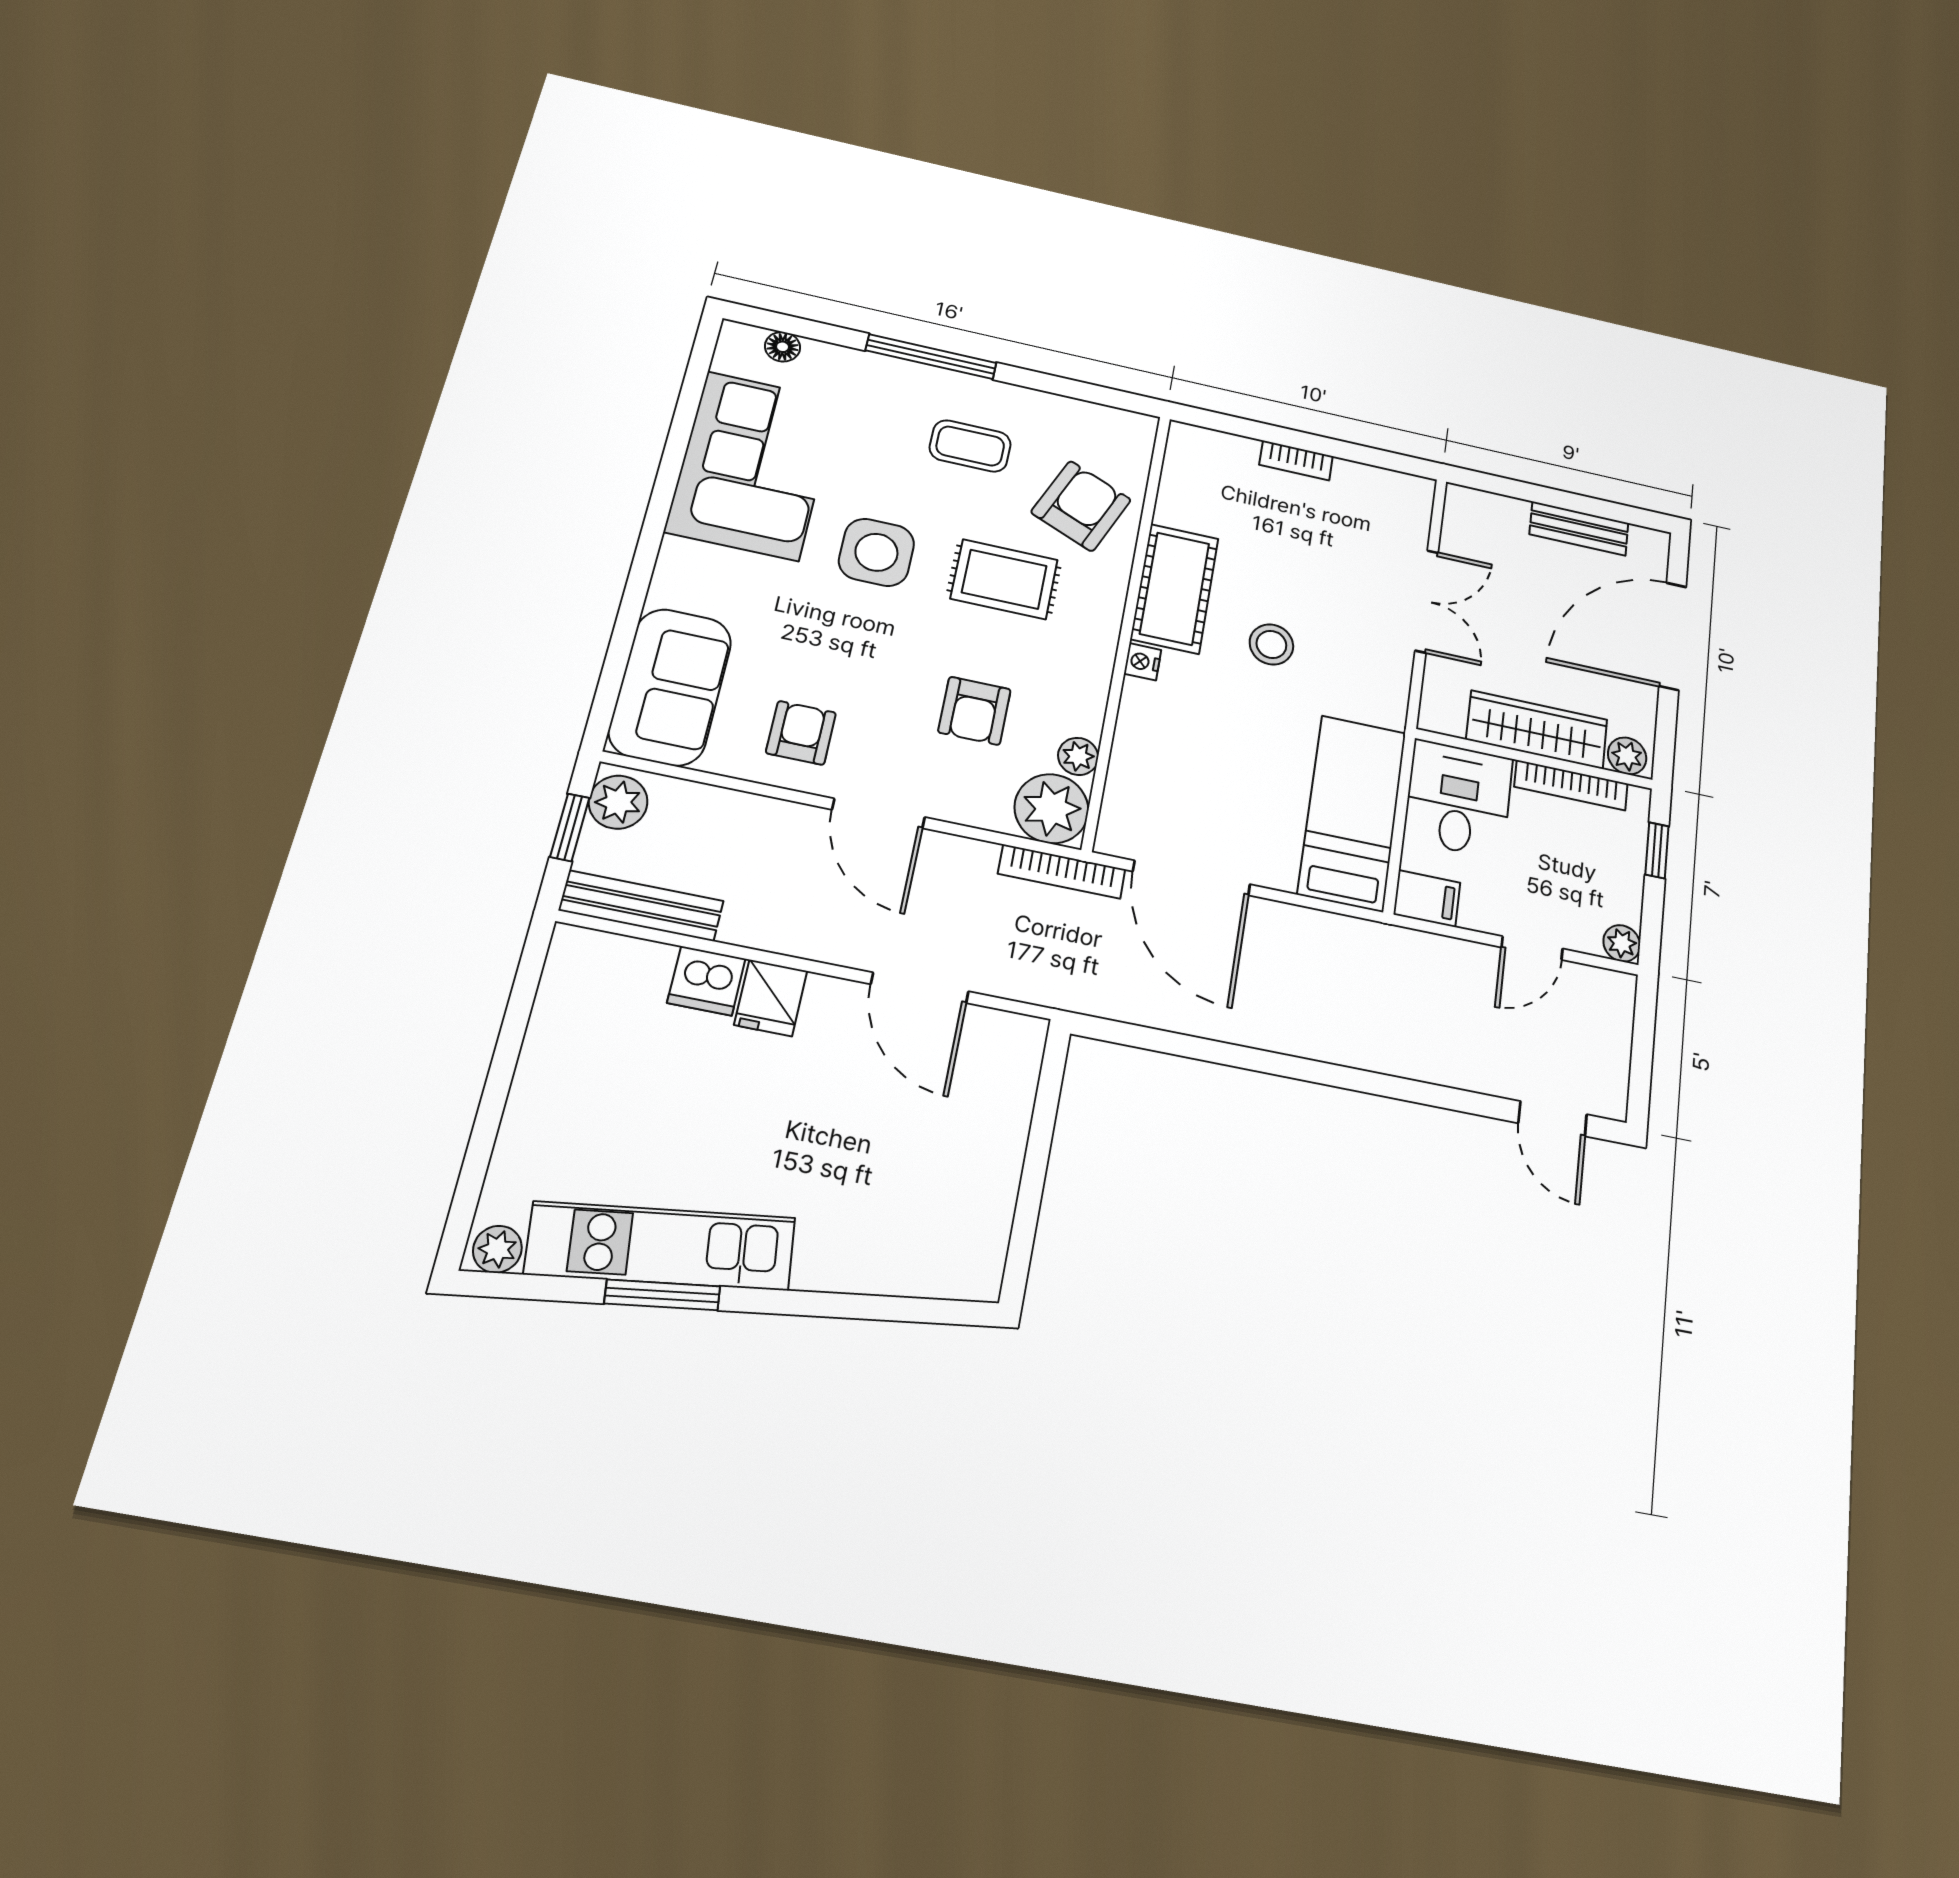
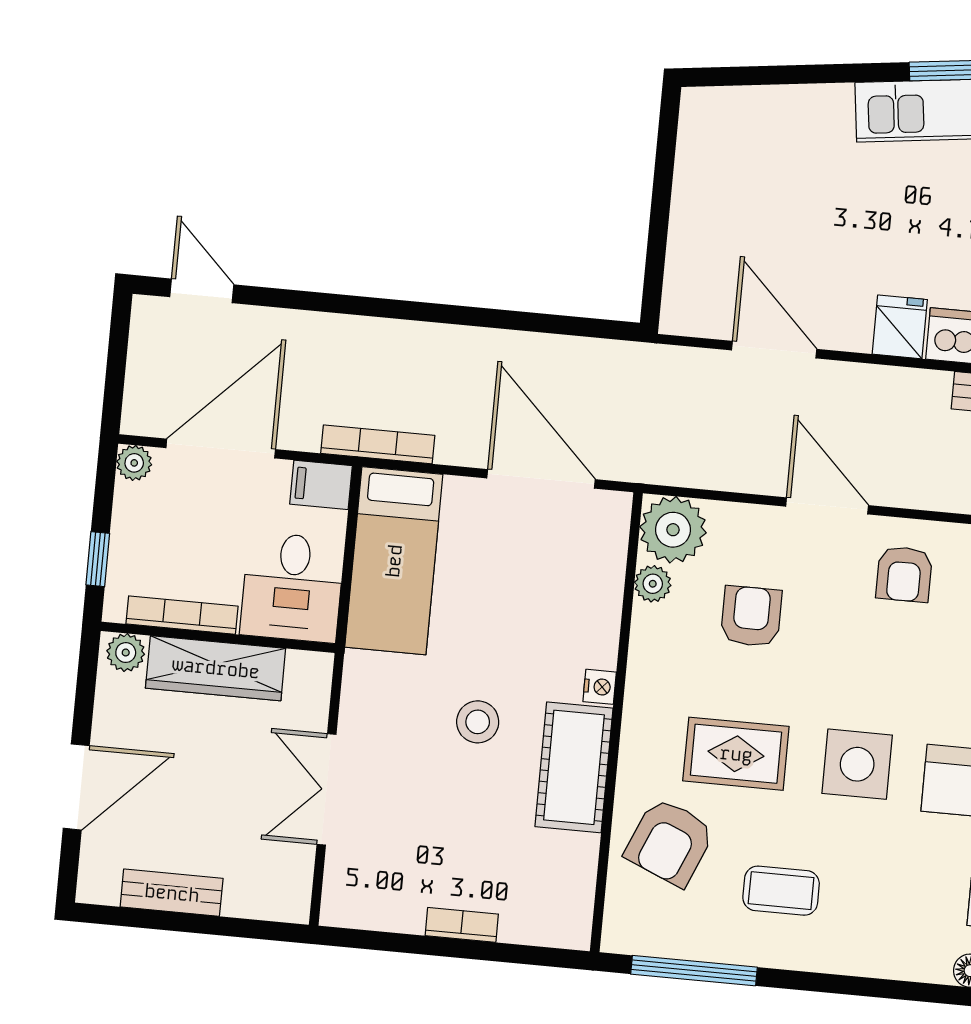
window: (931, 357) -> (694, 971), moved
door: (1673, 636) -> (76, 787), width x0.73
bookcase: (1062, 872) -> (378, 444), moved
door: (1532, 948) -> (221, 449), width x1.88

